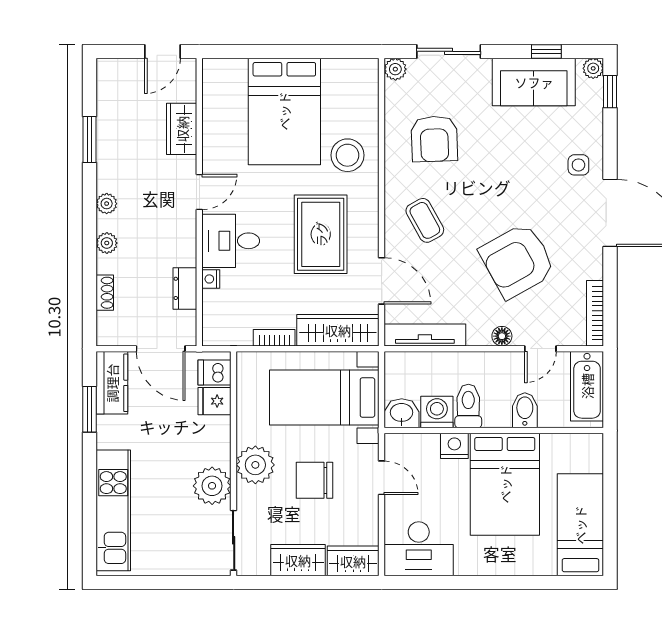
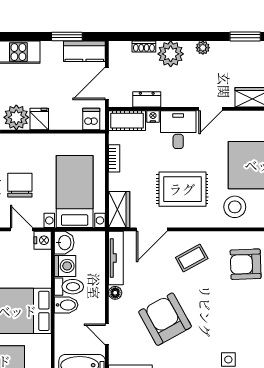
door: (199, 192) -> (210, 109), hinge flipped
plant: (107, 243) -> (171, 54), width x1.87, depth x1.87
cot: (217, 318) -> (127, 121), added
wardrobe: (338, 330) -> (119, 210), width x0.67
floor lamp: (502, 336) -> (115, 293), moved
fridge: (215, 401) -> (39, 119), moved
bidet: (525, 410) -> (66, 305), moved
nightstand: (454, 446) -> (43, 240), moved
plant: (255, 465) -> (30, 146), removed
door: (382, 478) -> (22, 229), swing flipped

